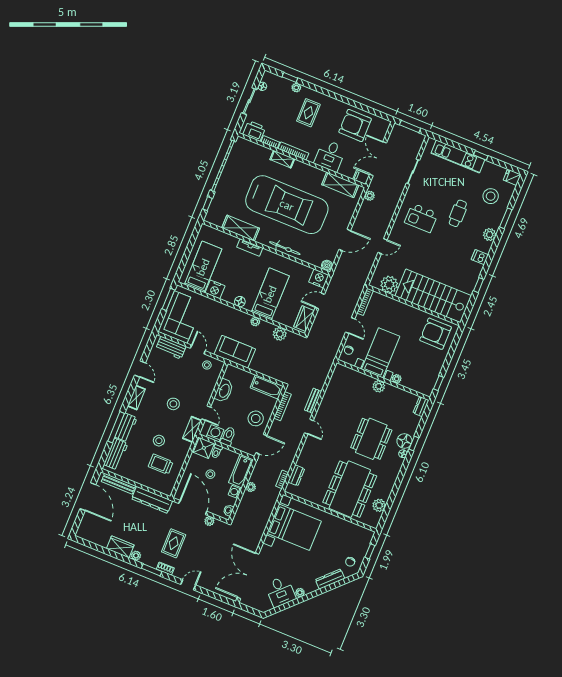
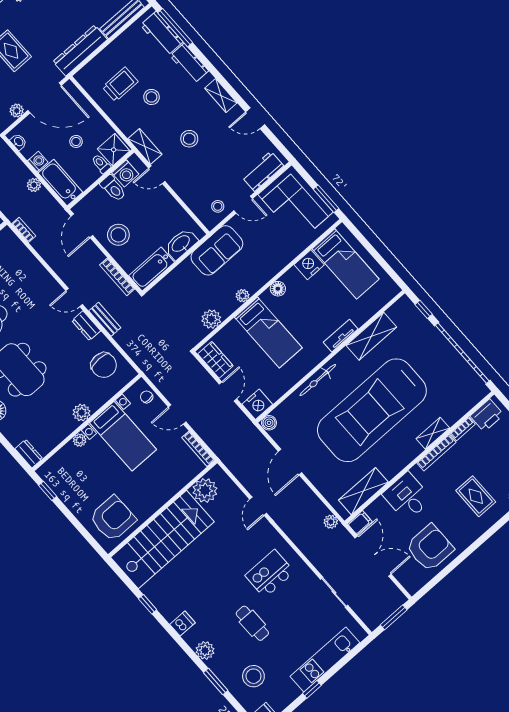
chair: (342, 387) -> (104, 365), added
washbasin: (224, 391) -> (181, 244), moved, turned 90
window: (116, 427) -> (175, 28), moved
dresser: (296, 475) -> (86, 326), moved

